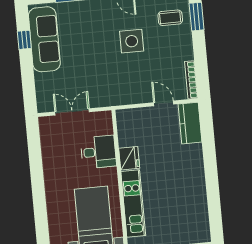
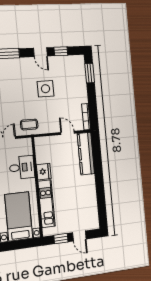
coffee table: (170, 18) -> (29, 125), moved
kitchen counter: (190, 123) -> (86, 154), width x1.50

